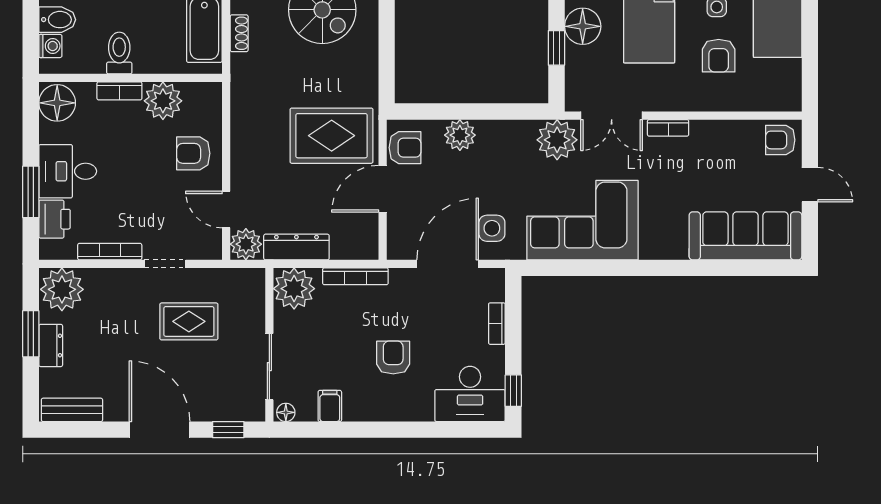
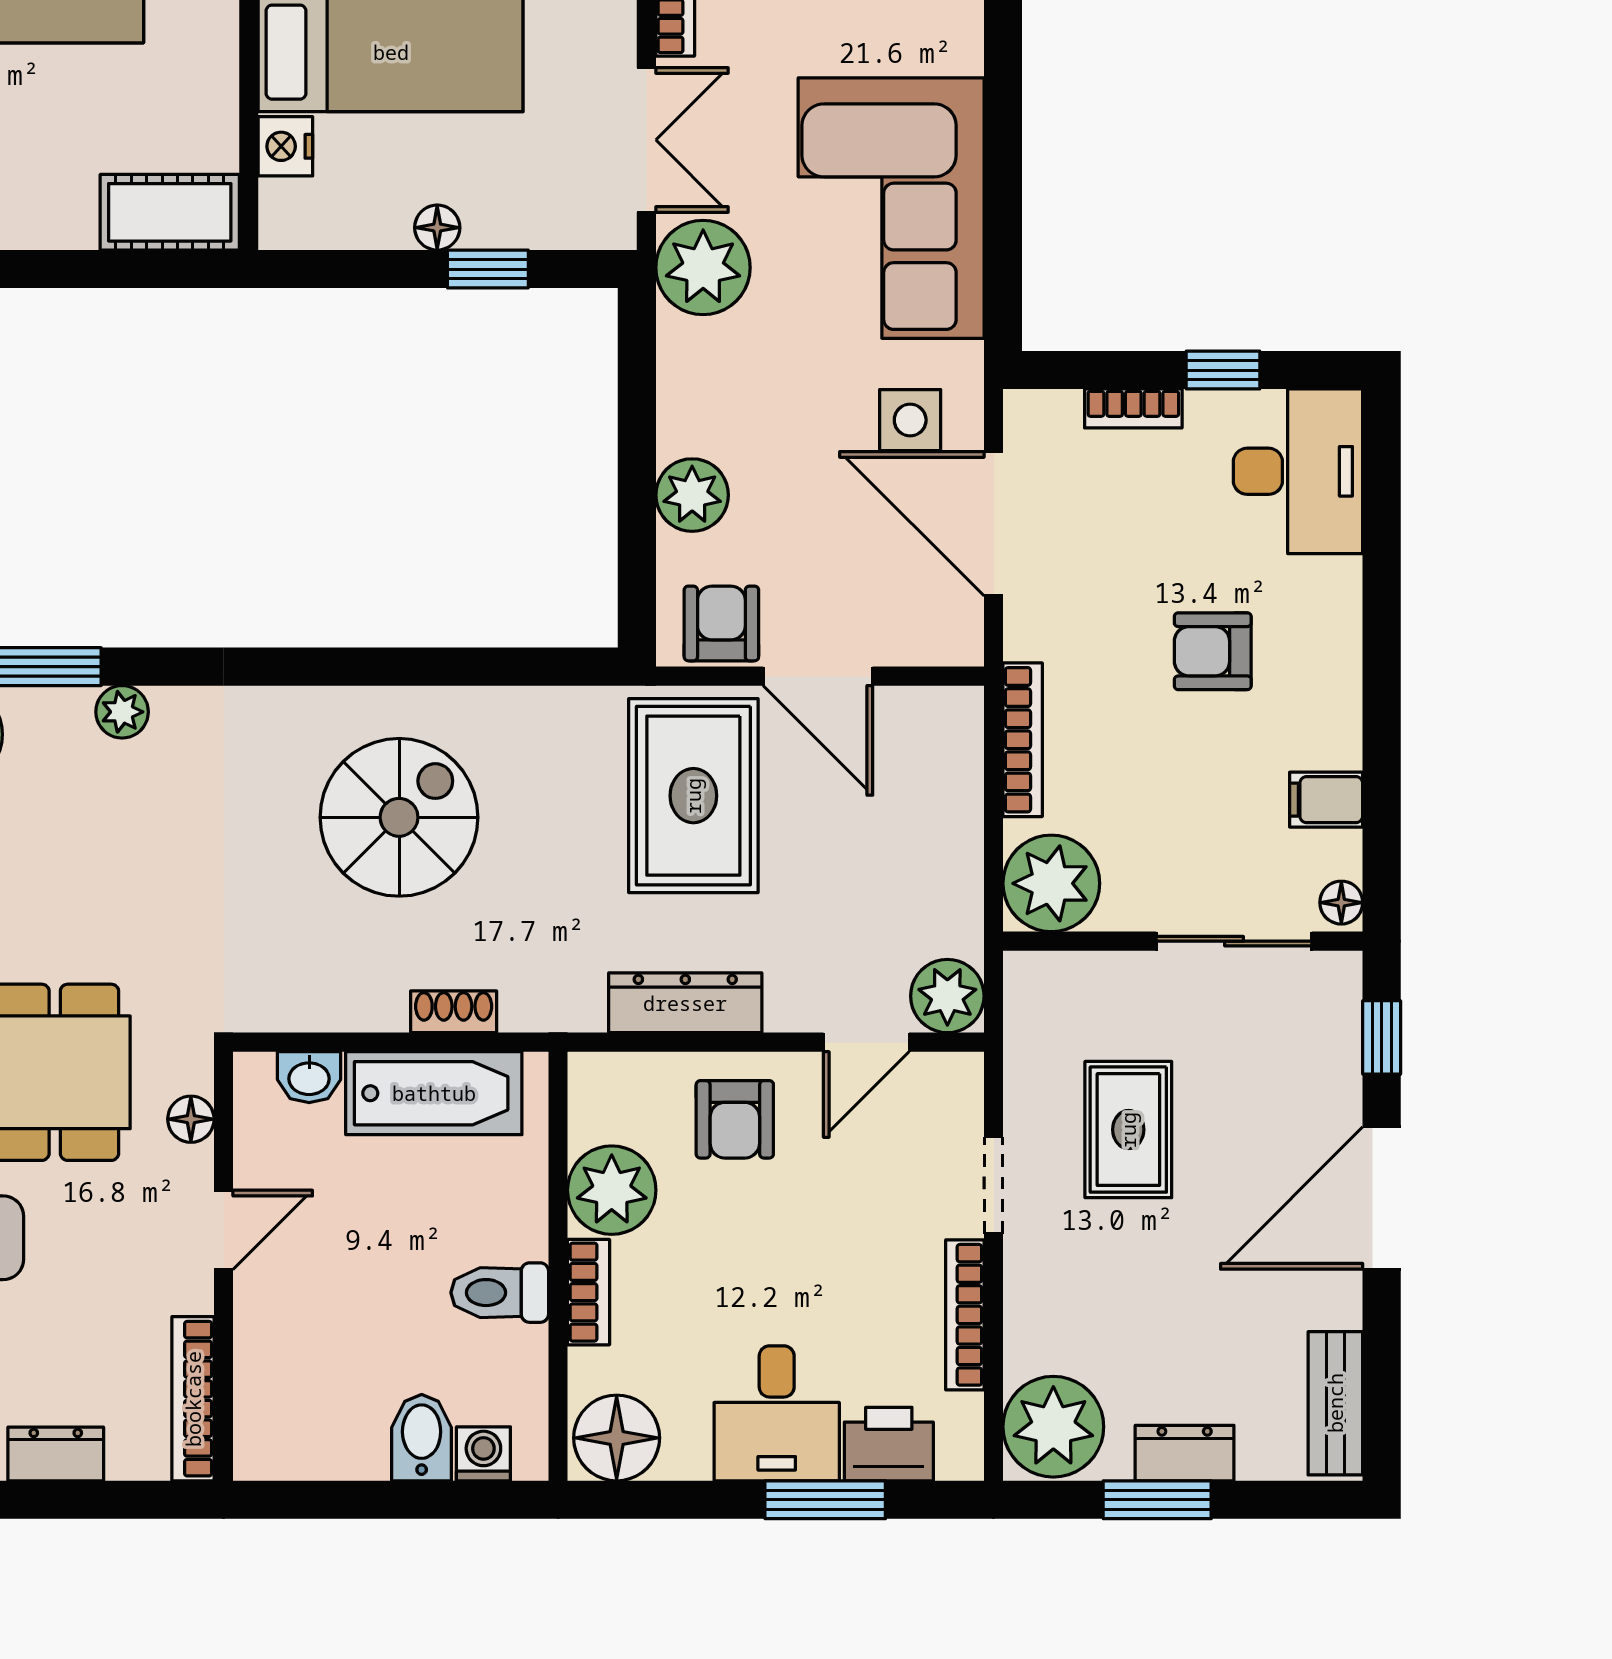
floor lamp: (583, 26) -> (437, 228), width x0.53, depth x0.53
dresser: (296, 247) -> (685, 1003), moved, turned 90
window: (513, 391) -> (1223, 370), moved

